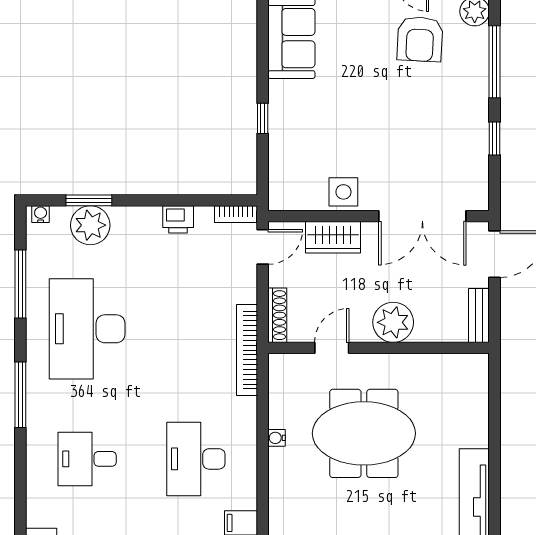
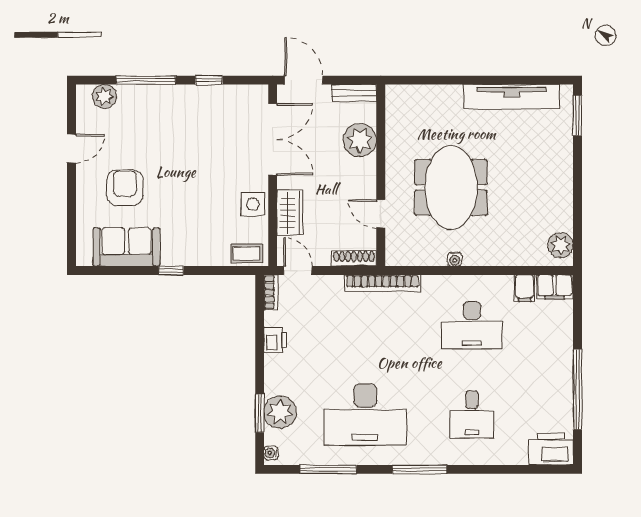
armchair: (420, 39) -> (125, 188), moved, turned -93
window: (263, 118) -> (171, 270), moved
coffee table: (283, 185) -> (247, 253), added
plant: (393, 322) -> (360, 140), moved

